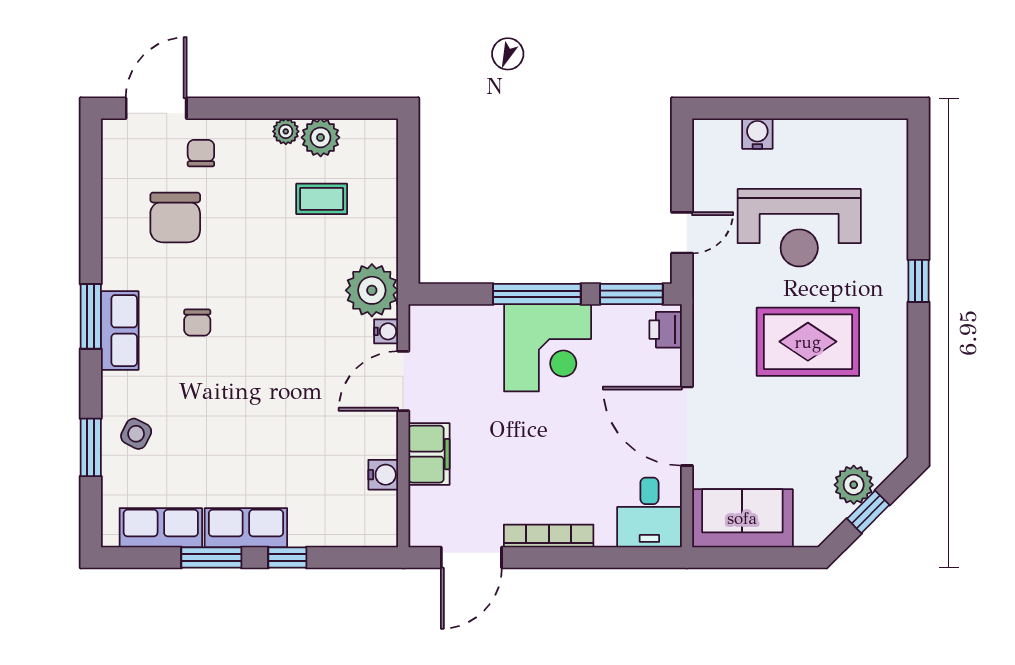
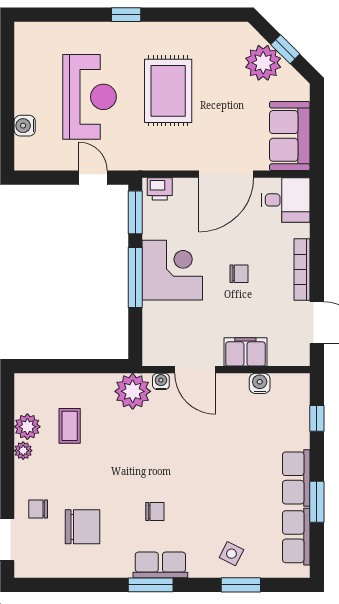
chair: (542, 445) -> (239, 274), added
plant: (854, 485) -> (263, 63), width x1.36, depth x1.36
window: (287, 558) -> (317, 418), moved

